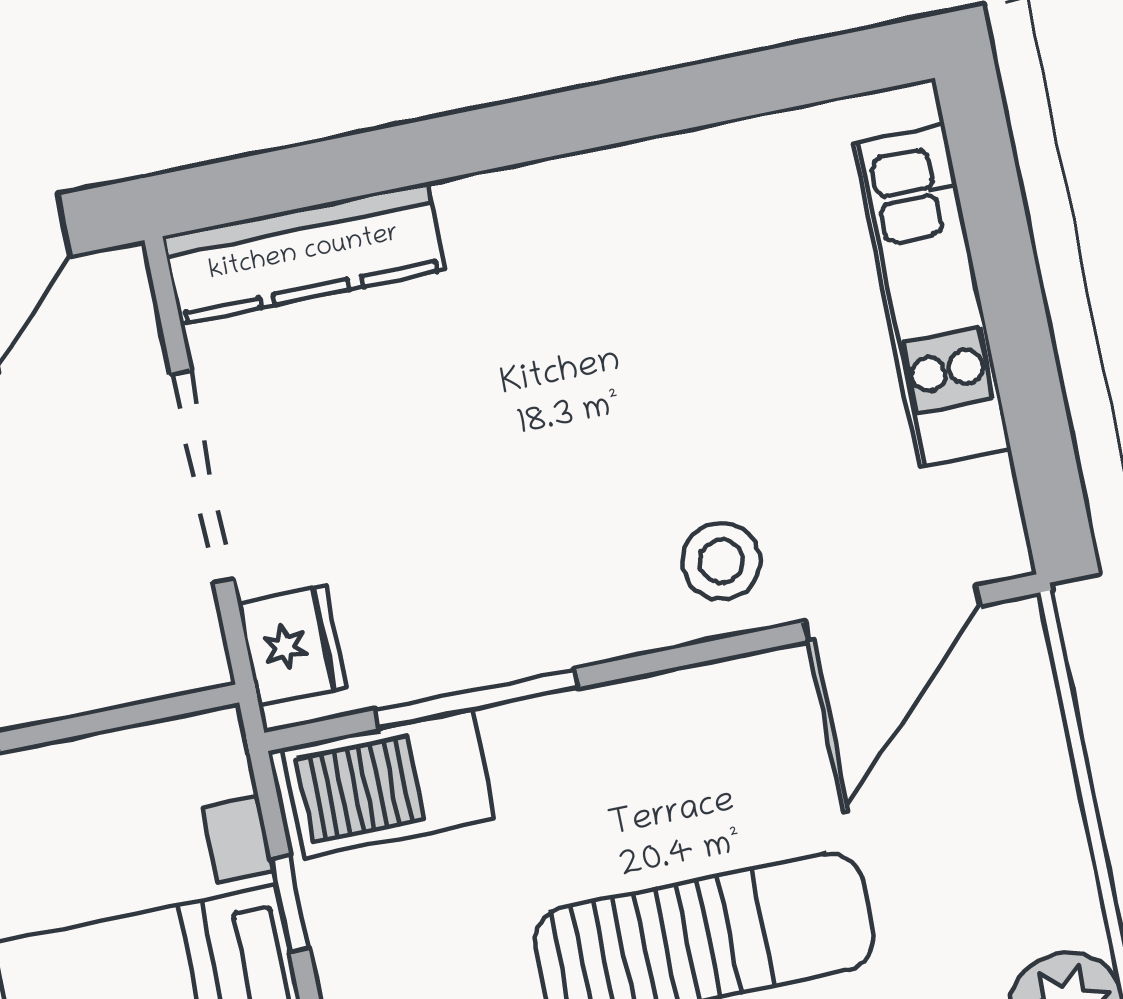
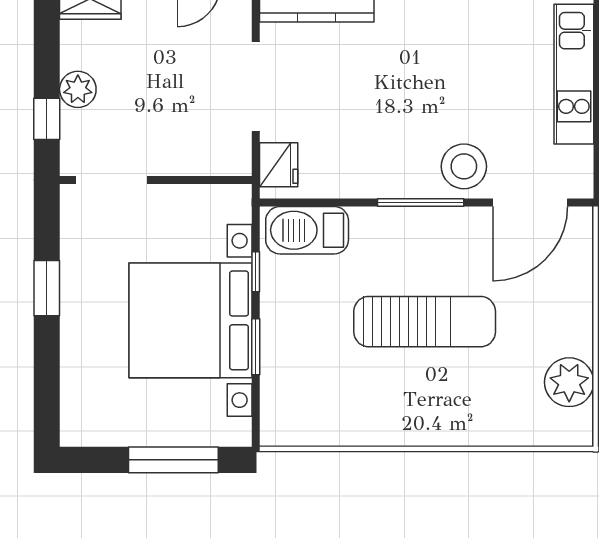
stool: (721, 561) -> (464, 166), width x1.38, depth x1.38
window: (477, 699) -> (421, 203), moved

